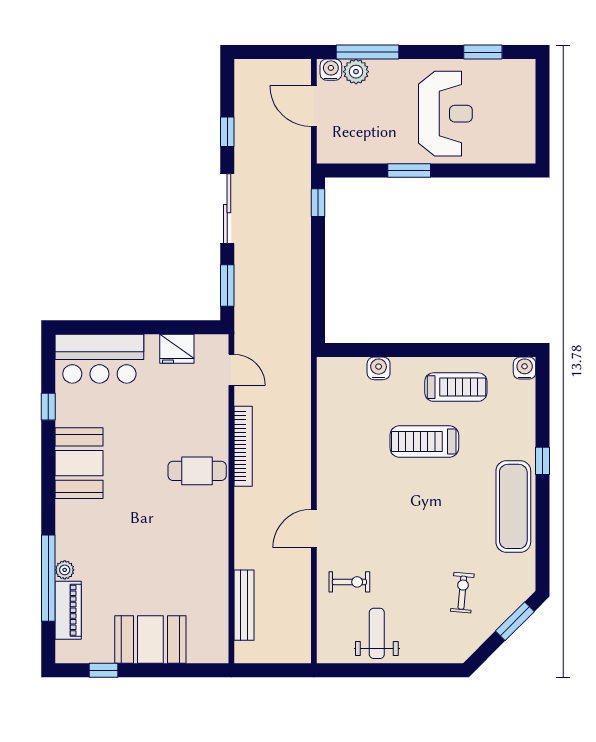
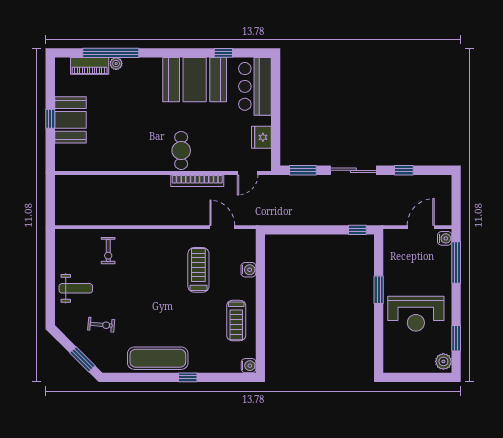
plant: (356, 72) -> (443, 361), moved
treadmill: (424, 442) -> (198, 270), moved
booth: (79, 463) -> (195, 80), width x1.36, depth x1.42
door: (314, 528) -> (222, 227), moved
bench: (244, 605) -> (93, 181), removed
weight bench: (377, 633) -> (76, 288), moved
window: (104, 670) -> (50, 119), moved

